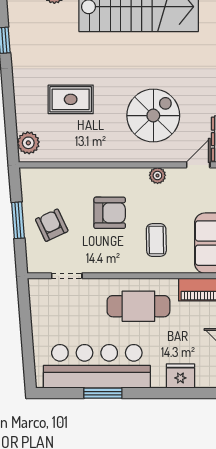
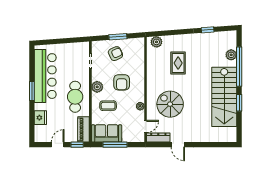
spiral stairs: (153, 116) -> (170, 104), turned 180
door: (198, 165) -> (145, 126), hinge flipped
plant: (119, 262) -> (97, 87), added
window: (103, 393) -> (32, 91), moved

